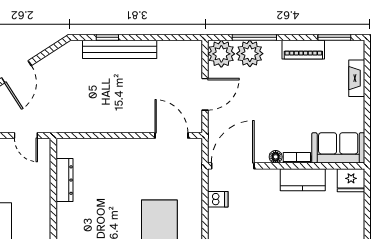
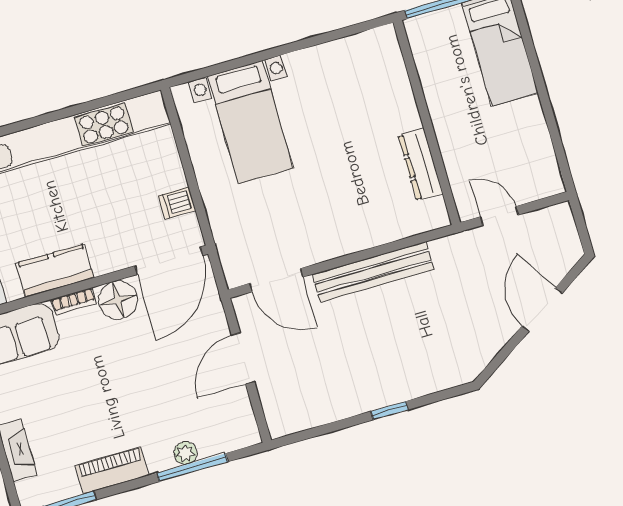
window: (107, 37) -> (389, 411), moved
bench: (120, 49) -> (373, 272), moved
plant: (221, 54) -> (236, 428), removed
plant: (250, 54) -> (185, 453), width x0.53, depth x0.53
floor lamp: (276, 157) -> (118, 300), width x1.89, depth x1.89

